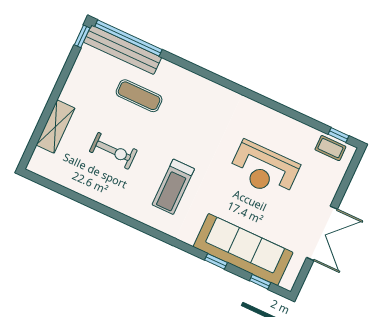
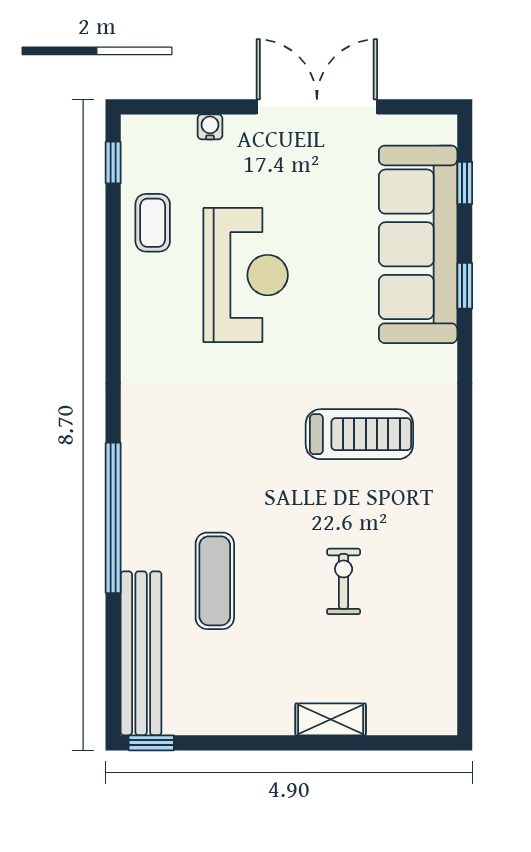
window: (128, 38) -> (113, 518), moved
shelving: (55, 127) -> (331, 719), width x0.67, depth x0.75
coffee table: (330, 148) -> (153, 223), moved
exercise bike: (113, 151) -> (344, 581), width x0.73, depth x0.72
water cooler: (335, 184) -> (210, 127), added

